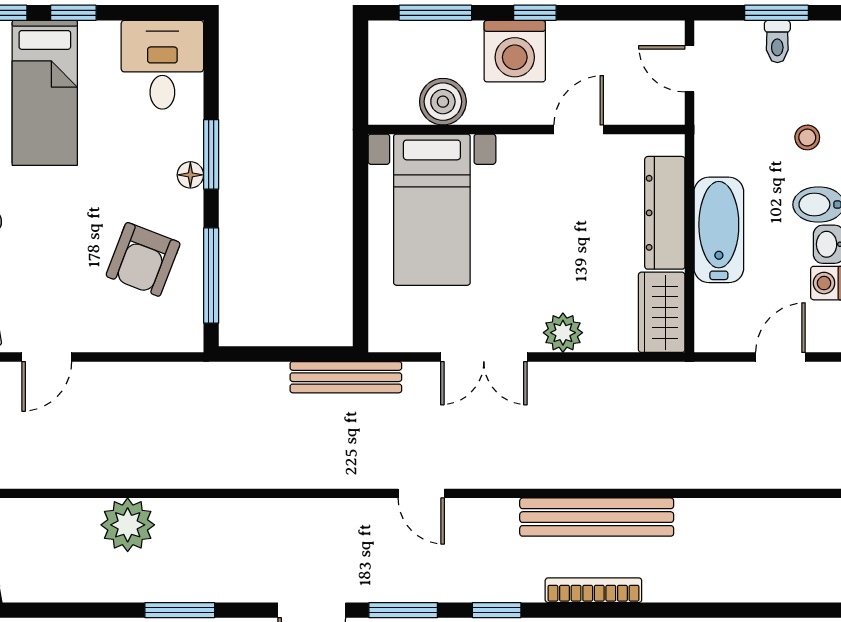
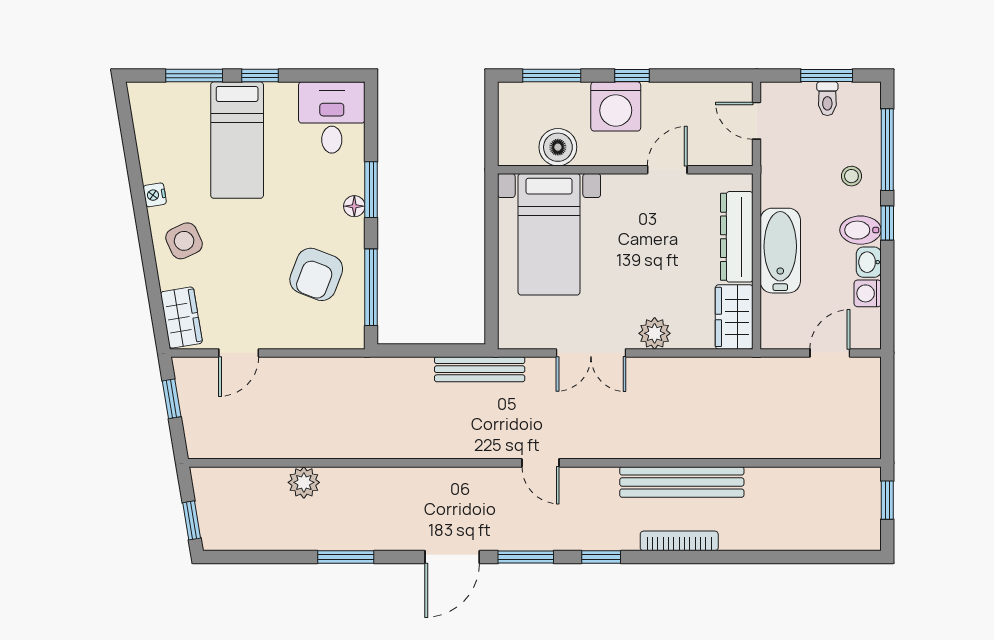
plant: (128, 525) -> (304, 482), width x0.73, depth x0.73

